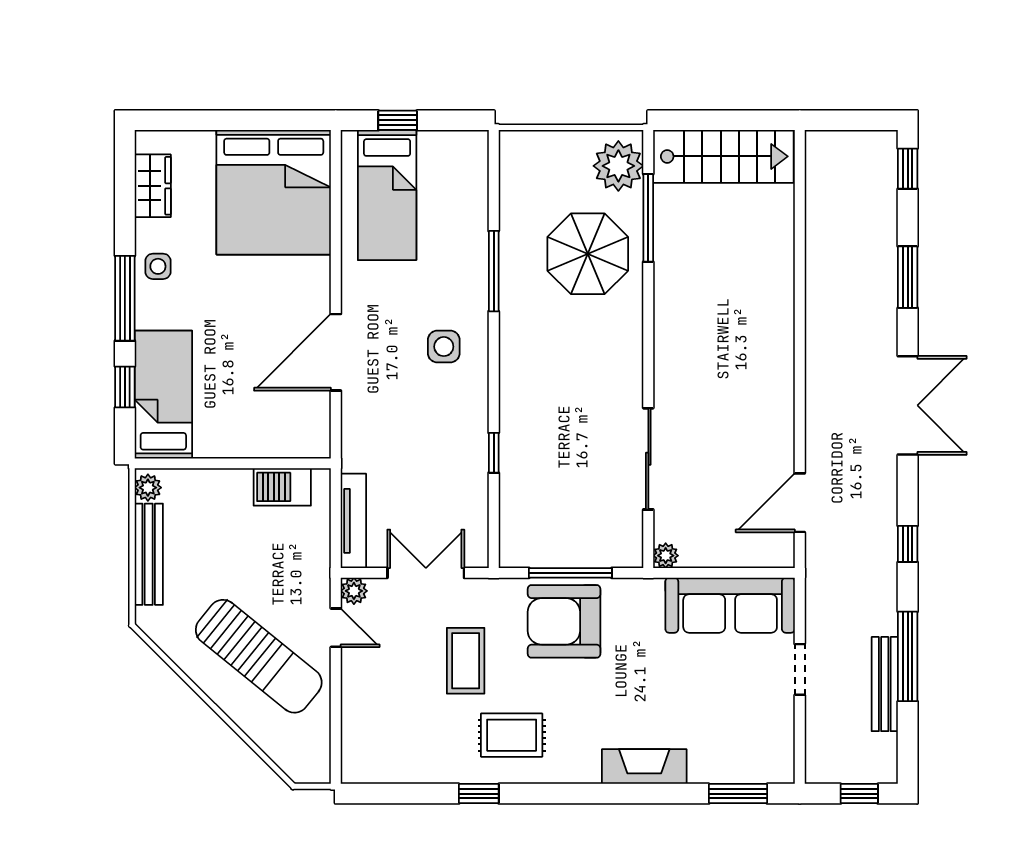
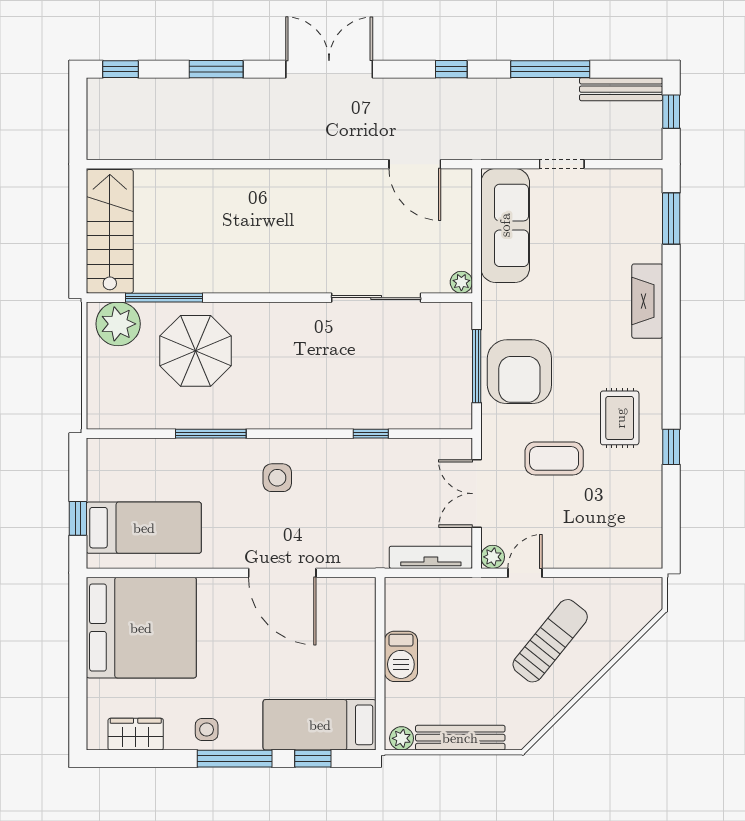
barbecue: (282, 487) -> (401, 656), moved
sun lounger: (259, 656) -> (550, 641), width x0.73, depth x0.75
bench: (885, 684) -> (621, 89), moved

